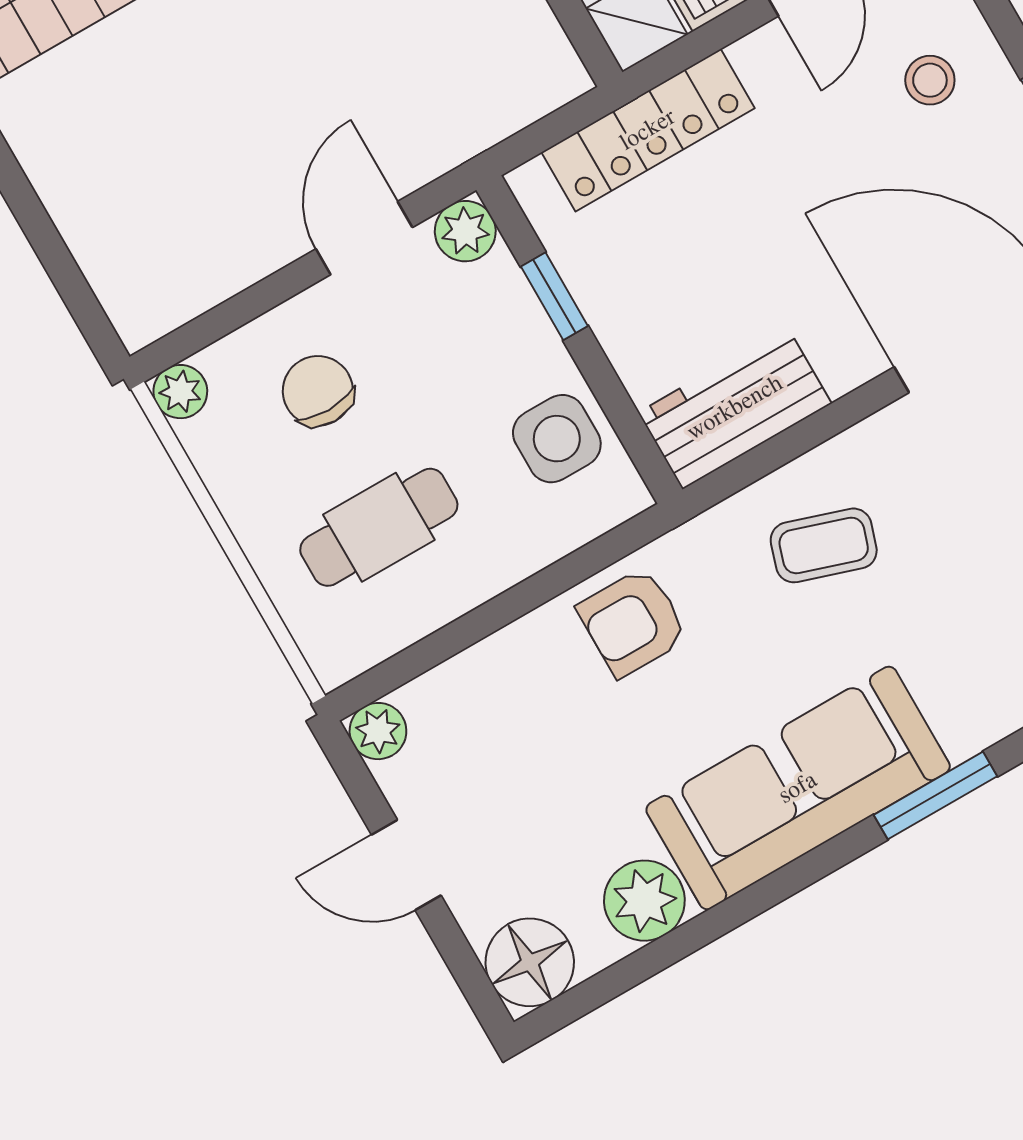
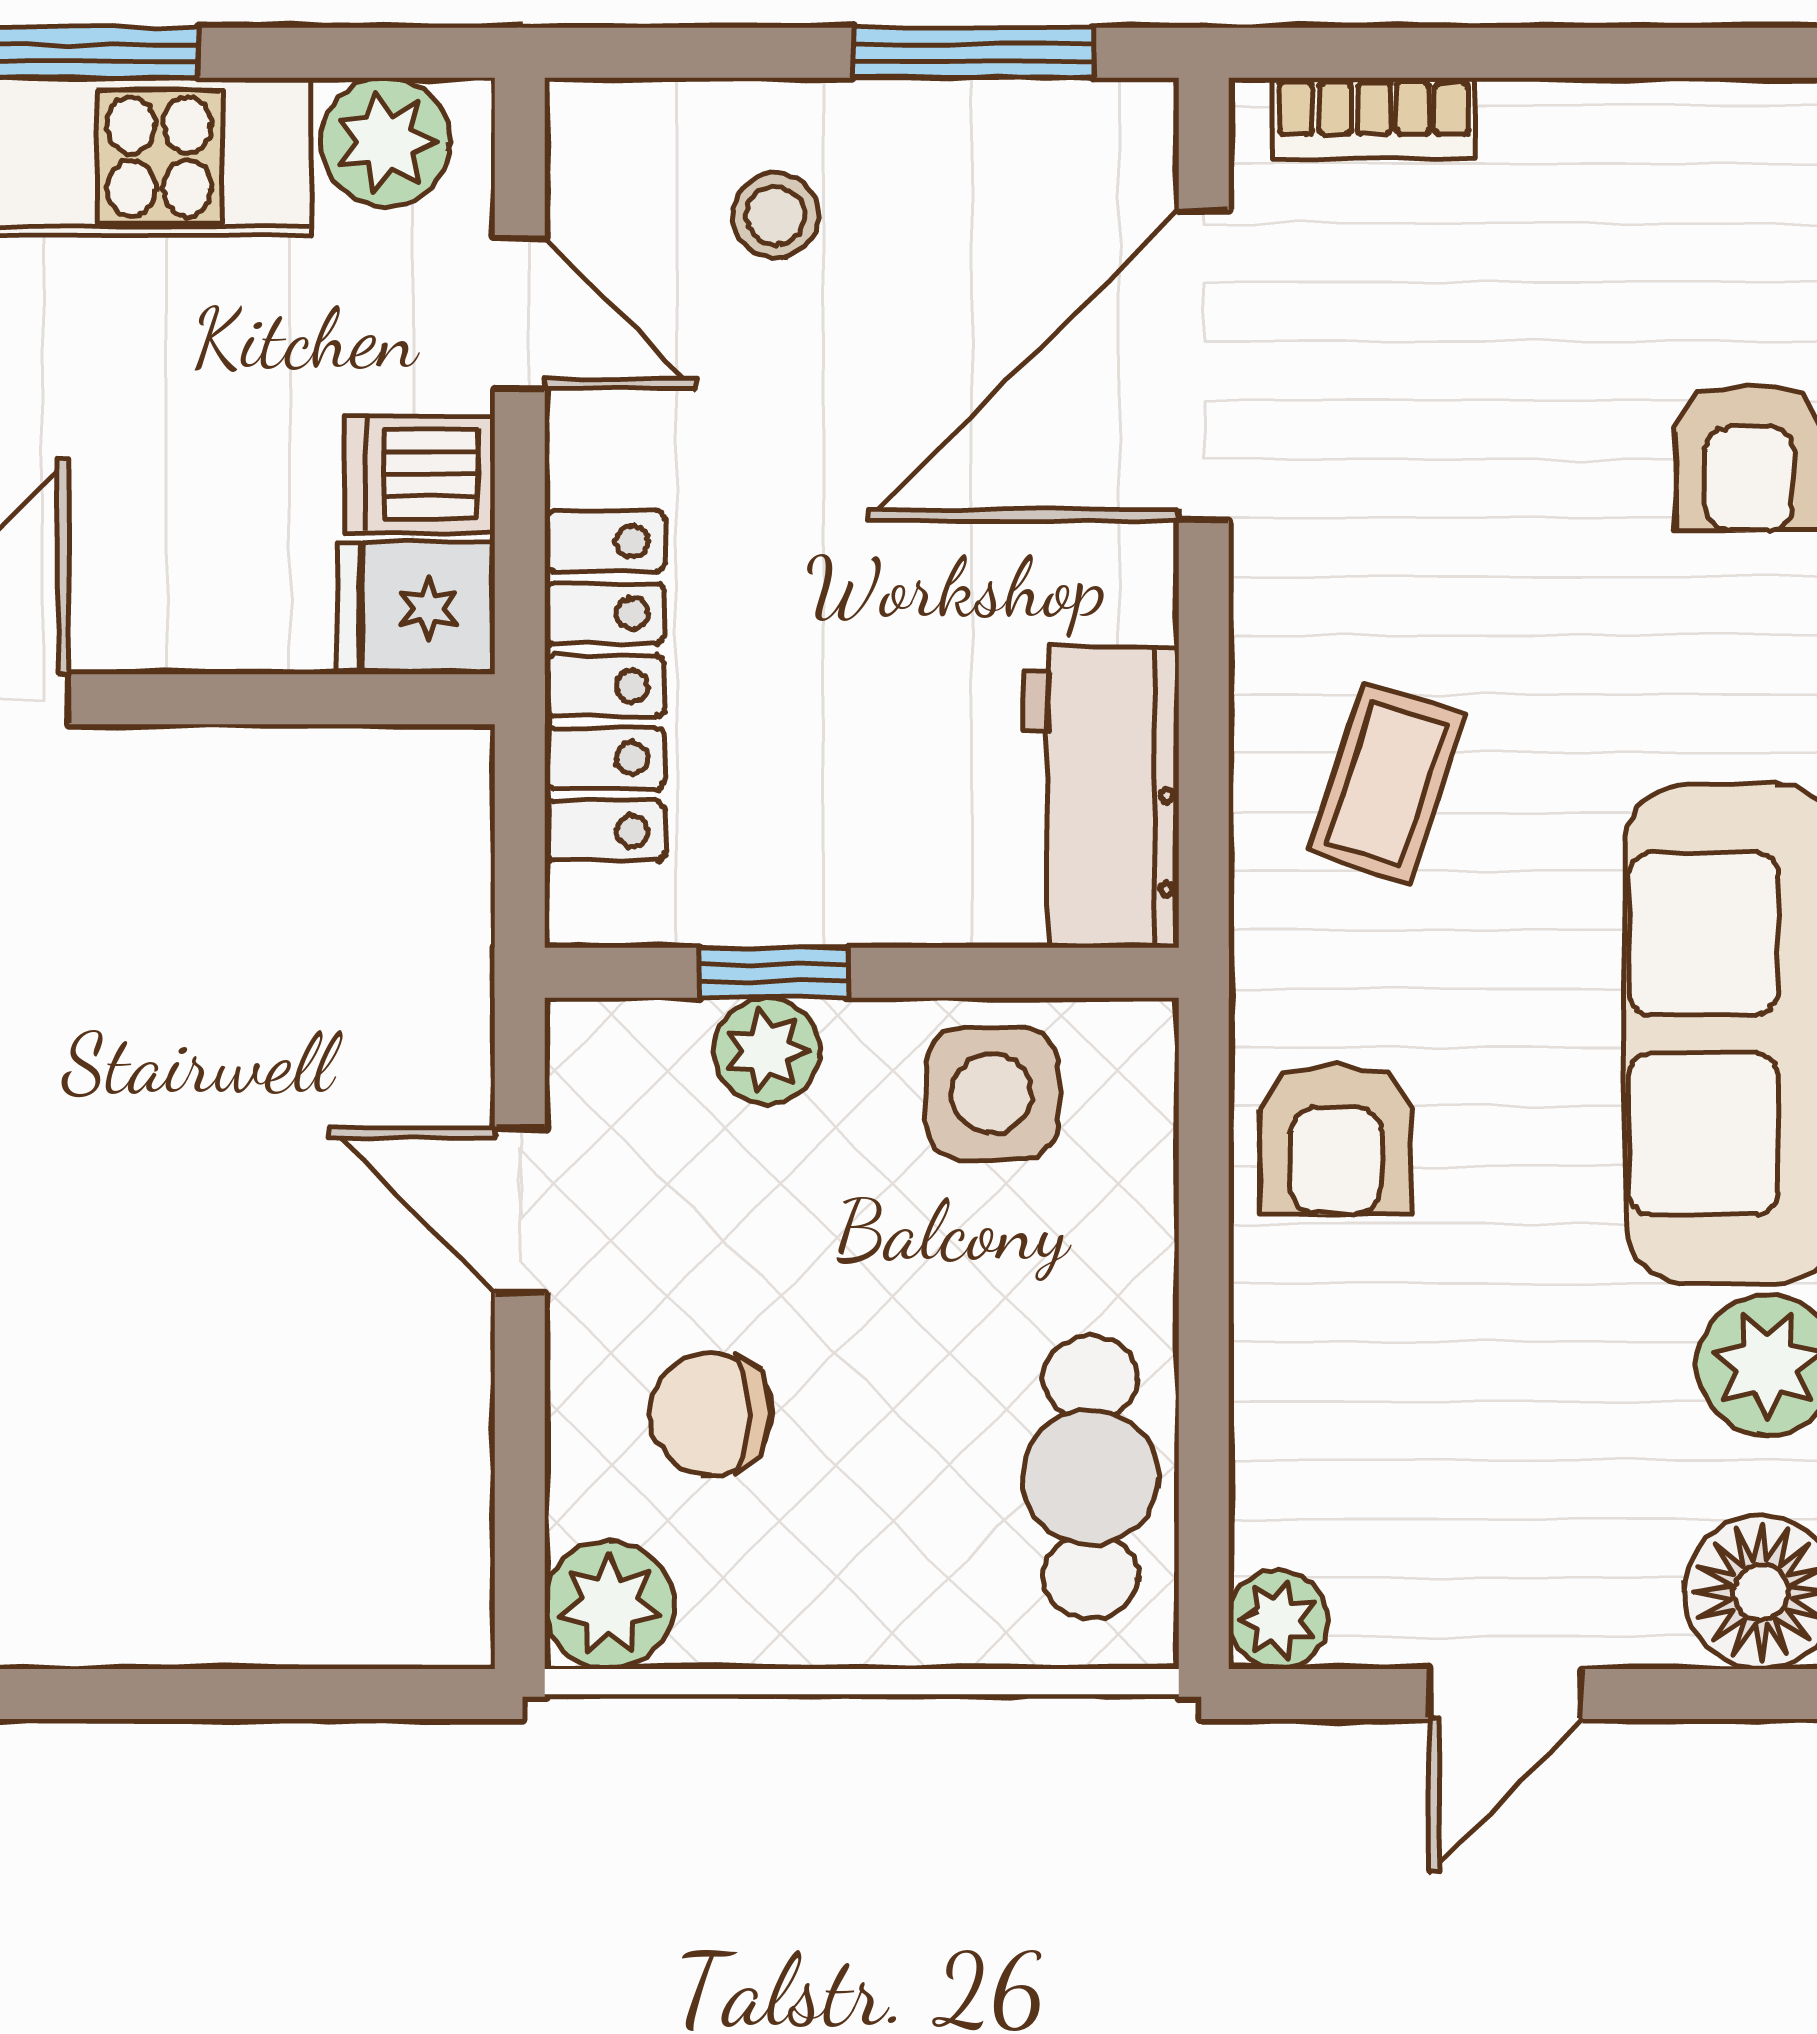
plant: (465, 231) -> (767, 1051), moved
plant: (180, 392) -> (609, 1605), width x1.38, depth x1.38
cafe table: (379, 527) -> (1090, 1477), moved

